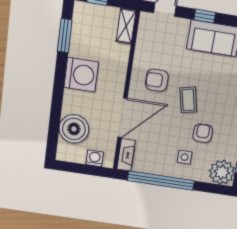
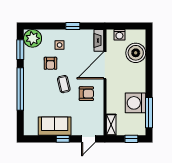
window: (65, 36) -> (149, 113), width x1.44
washing machine: (81, 75) -> (135, 103), moved
window: (161, 181) -> (73, 26), width x0.32

